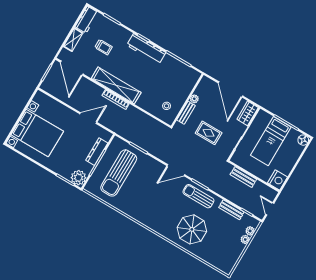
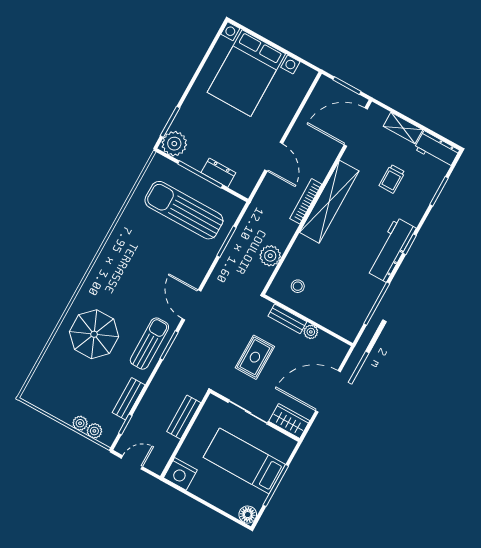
plant: (148, 122) -> (270, 256), added
dresser: (97, 152) -> (218, 173), width x0.70

